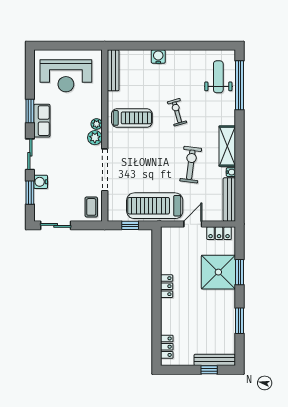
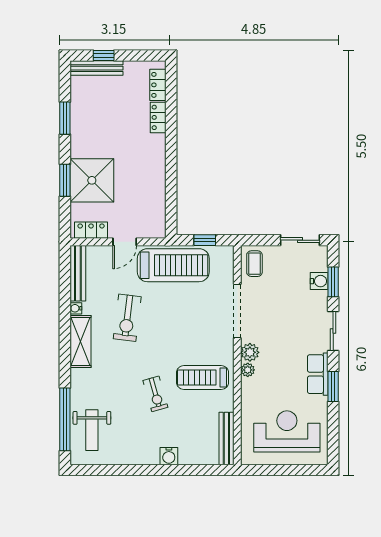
exercise bike: (177, 112) -> (155, 394), moved
water cooler: (41, 182) -> (319, 281), moved
locker: (167, 286) -> (158, 117), moved

